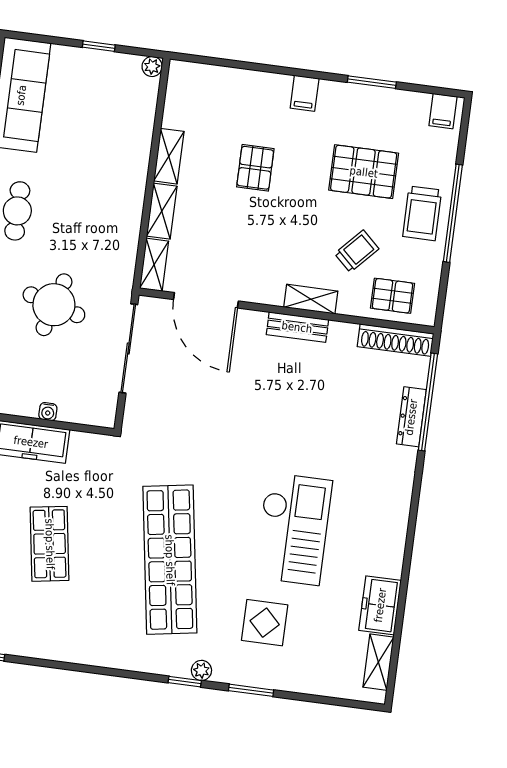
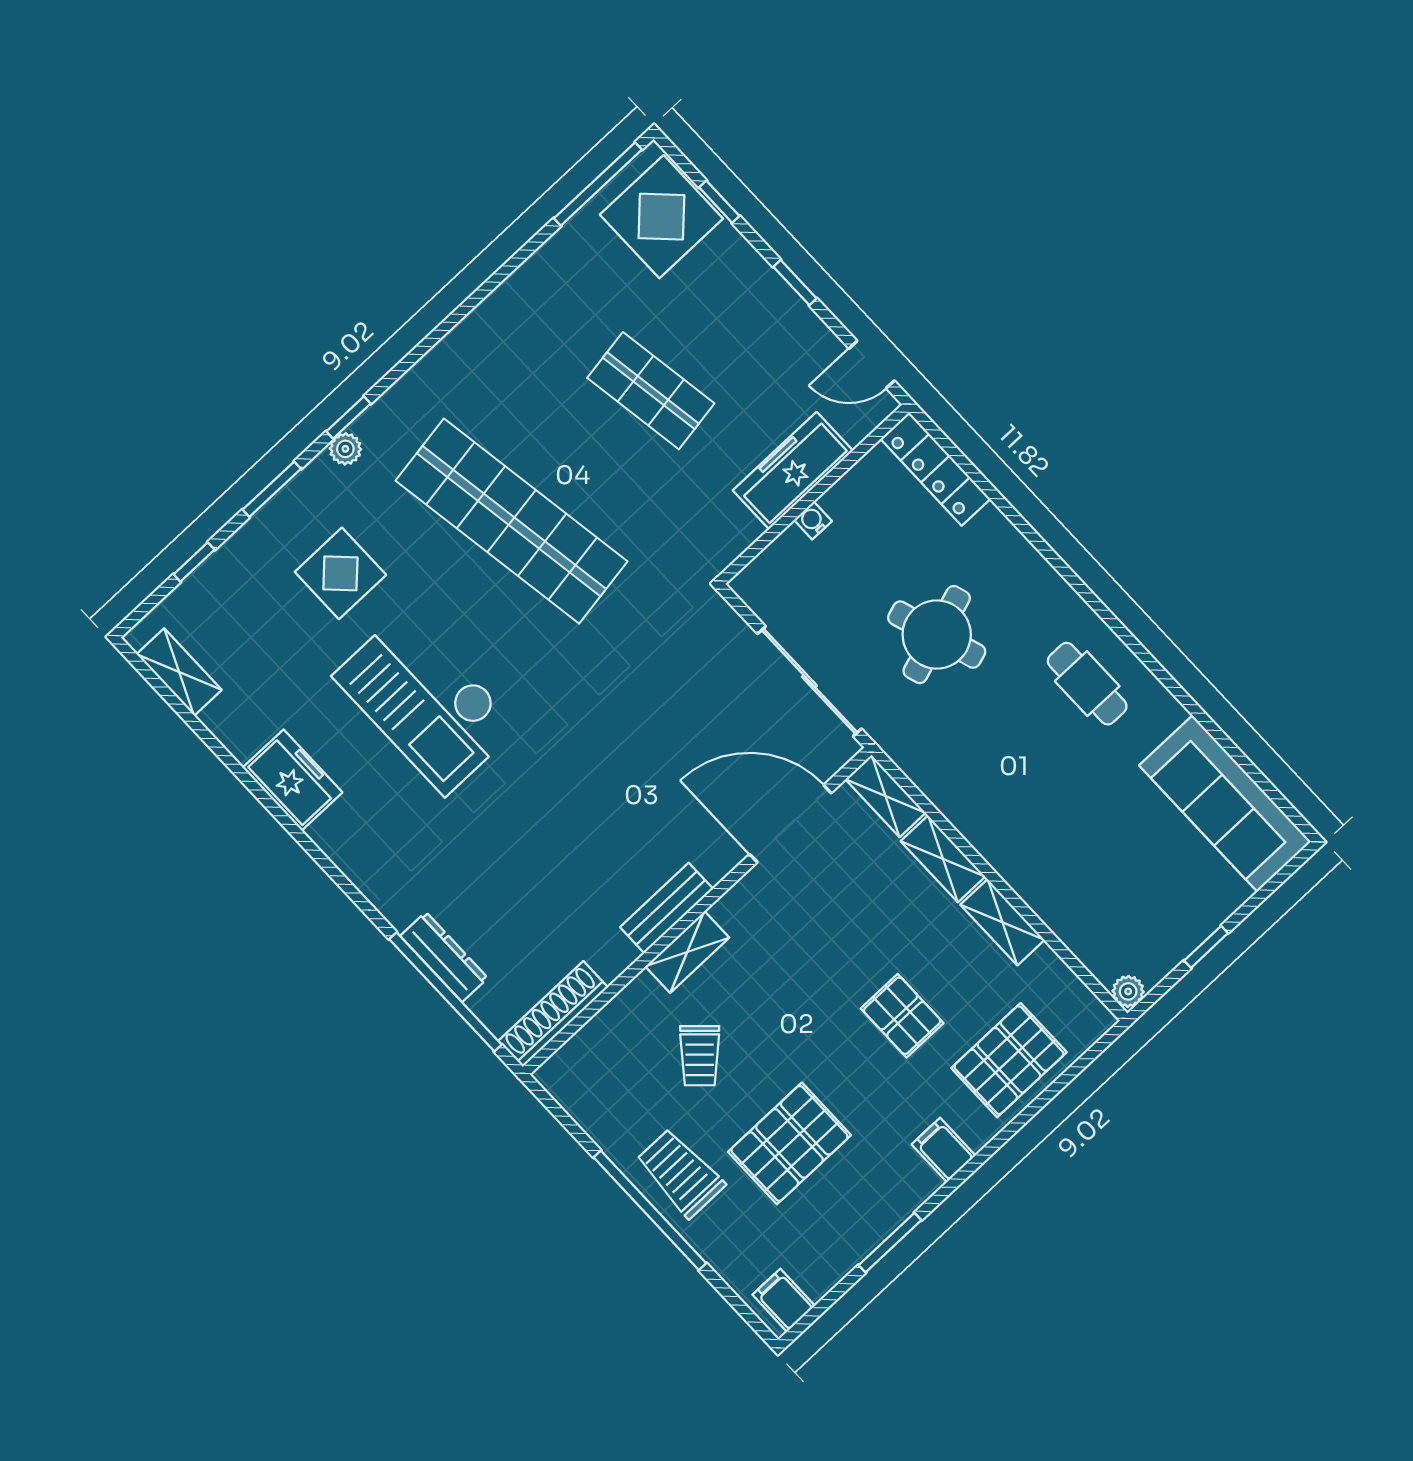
pallet: (392, 296) -> (1009, 1060), moved, width x1.50, depth x1.42
round table: (54, 305) -> (937, 635), turned -34
freezer: (380, 605) -> (293, 780), moved
window: (318, 699) -> (194, 562), added

